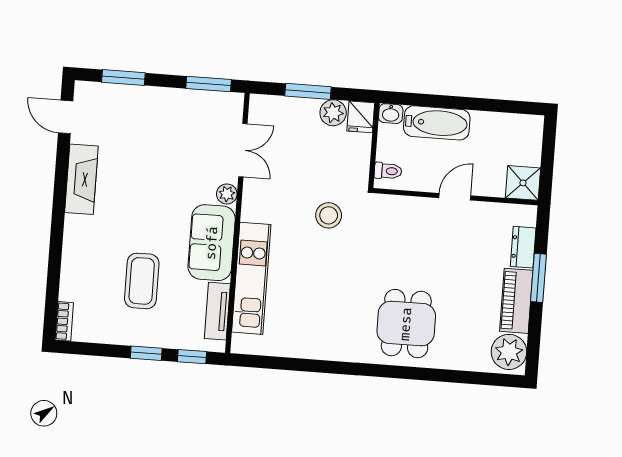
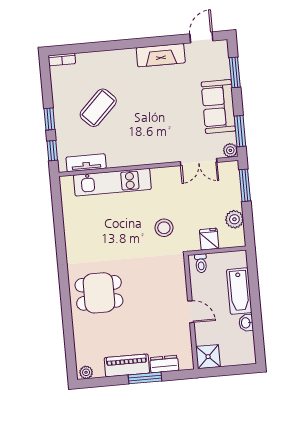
window: (308, 91) -> (245, 185), moved
washbasin: (391, 114) -> (246, 323), moved
fridge: (361, 117) -> (209, 239), moved, turned 90
plant: (227, 194) -> (230, 150), moved
sofa: (212, 243) -> (218, 106), moved, turned -90
coffee table: (142, 281) -> (98, 108), turned -45
plant: (509, 352) -> (86, 372), width x0.53, depth x0.53

